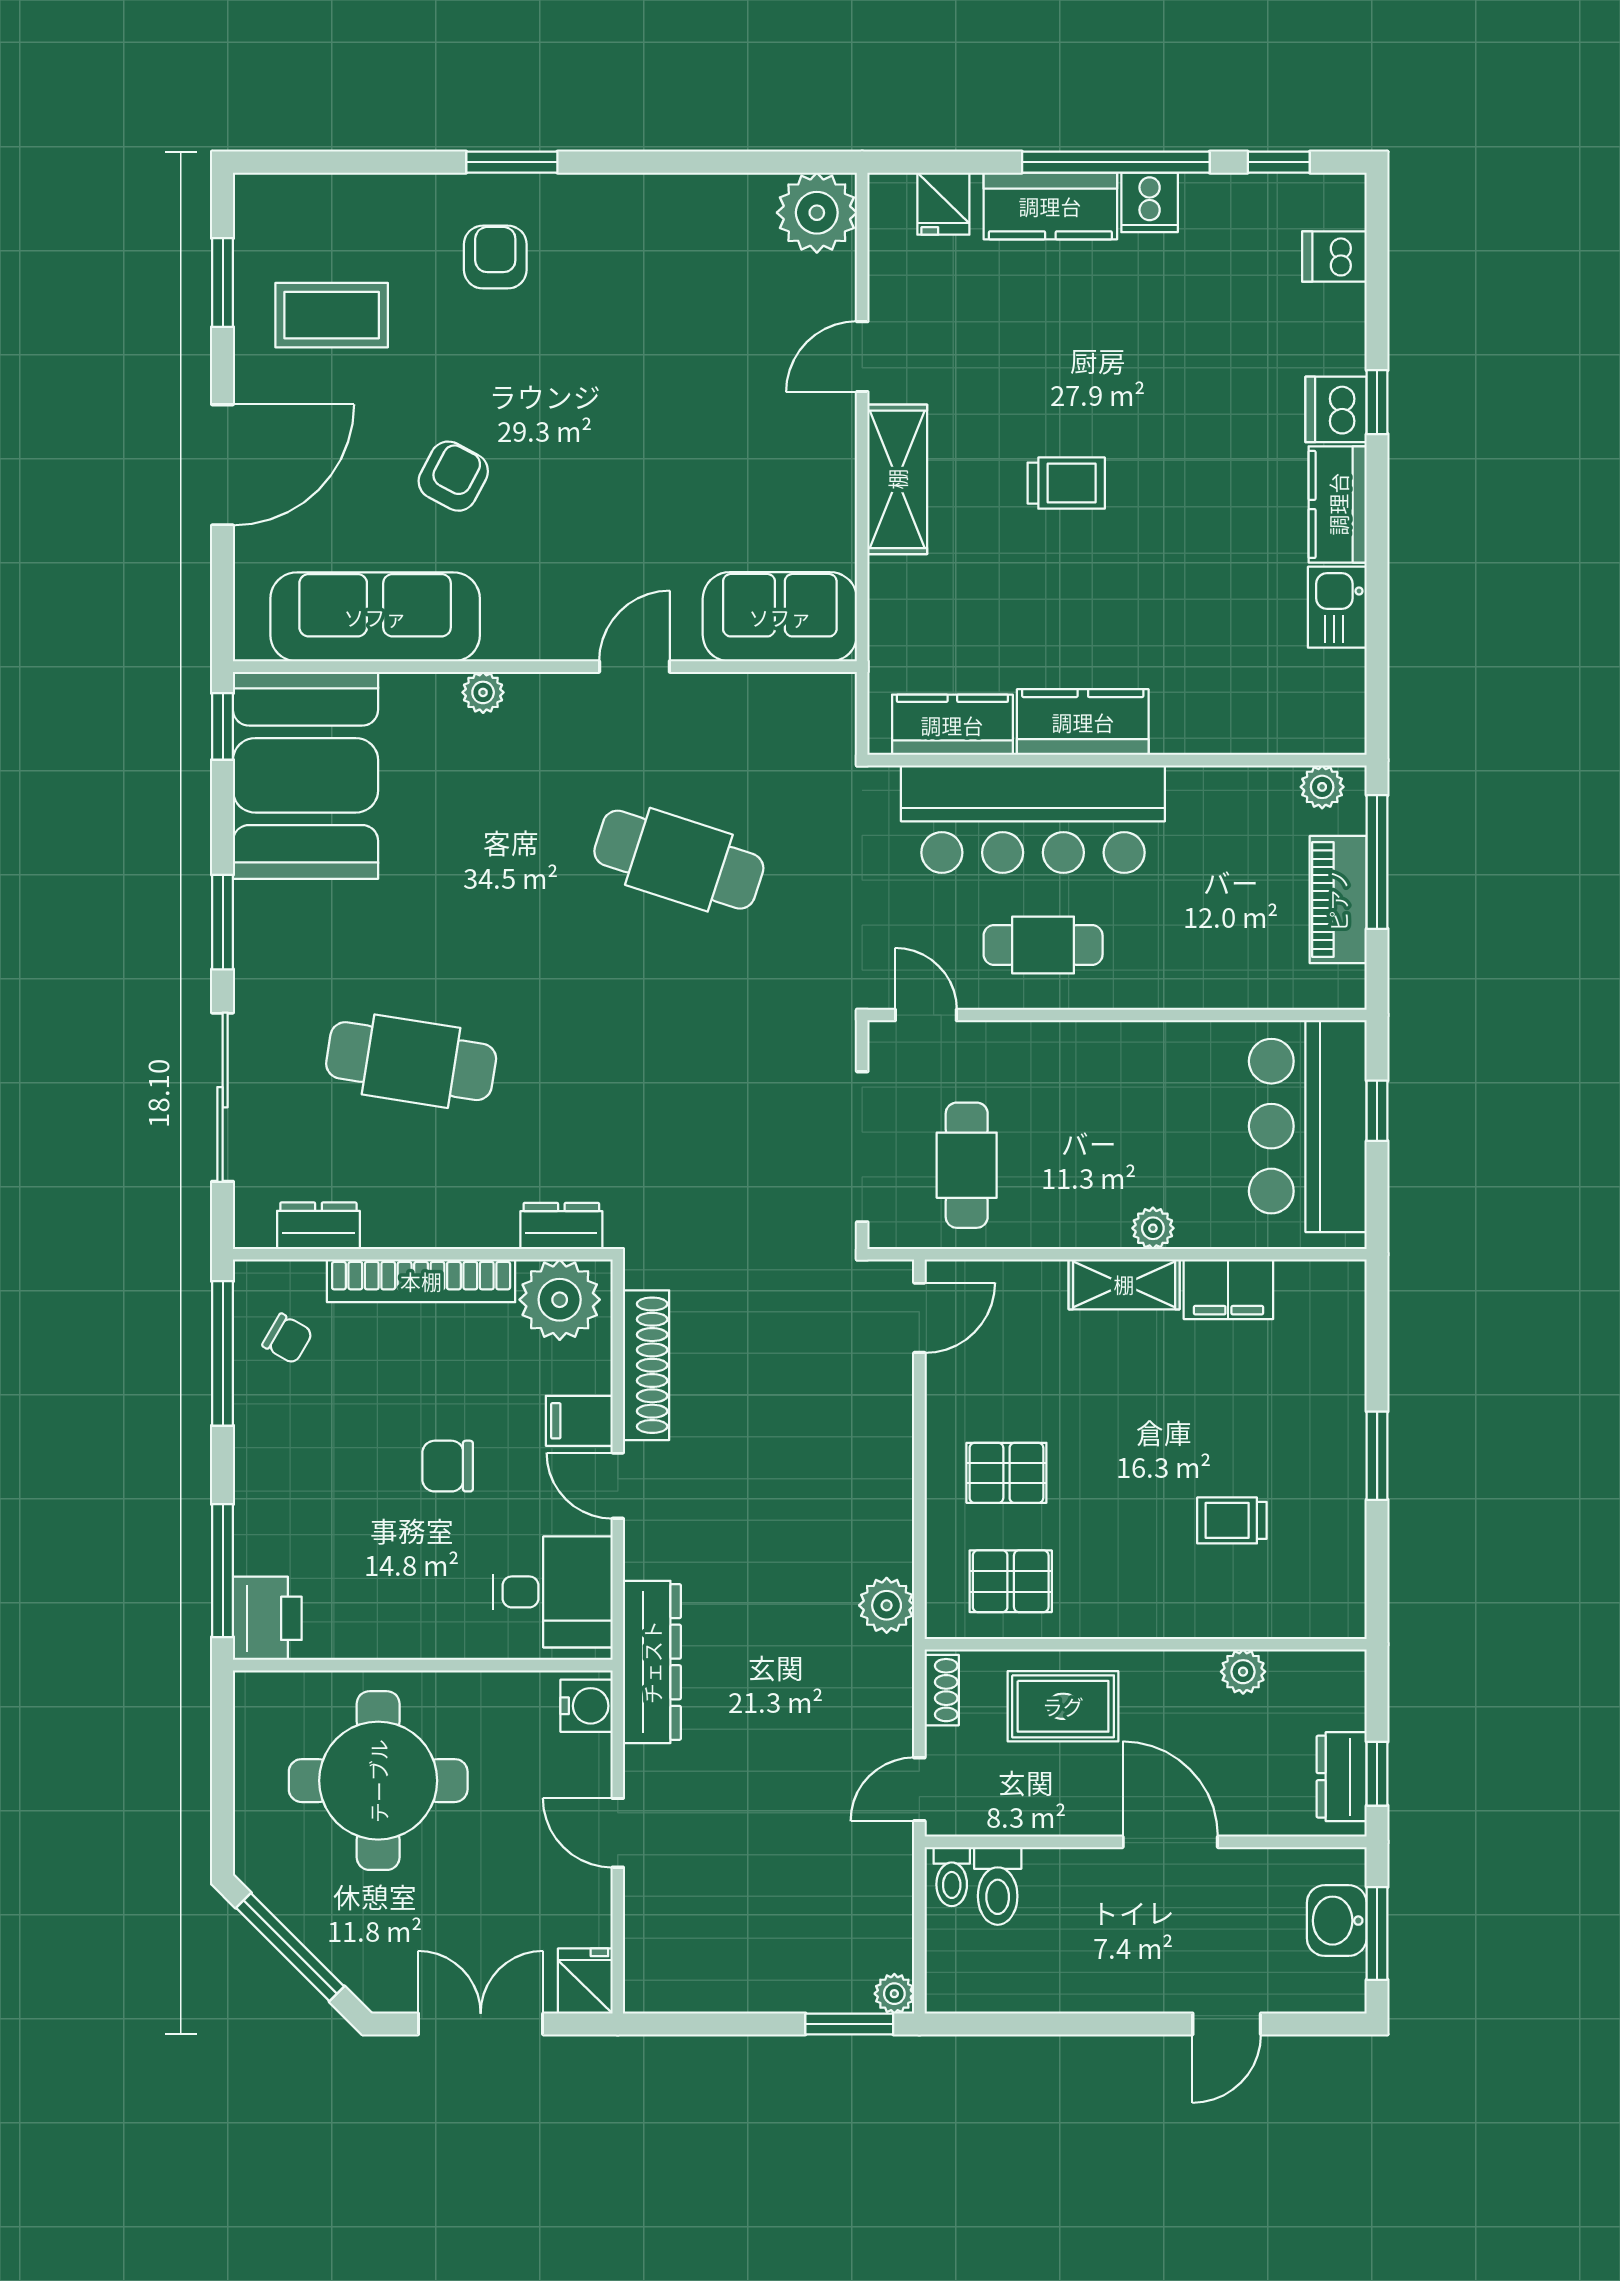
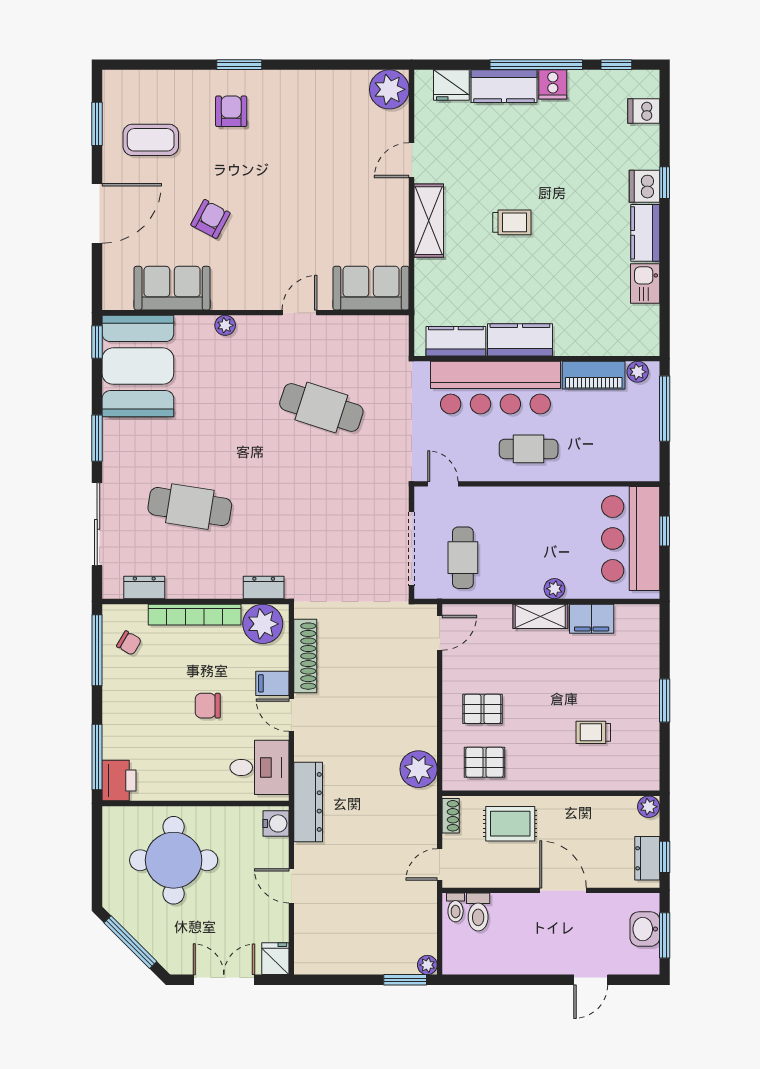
fridge: (943, 204) -> (451, 85), width x1.38
sofa: (375, 617) -> (172, 288), width x0.73
piano: (1338, 900) -> (594, 375), moved, turned -90
cafe table: (1043, 945) -> (529, 449), moved
plant: (887, 1605) -> (419, 769), width x1.36, depth x1.36
plant: (1243, 1672) -> (649, 807), moved

